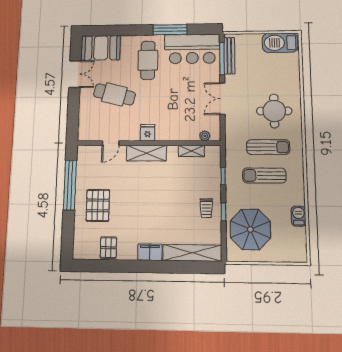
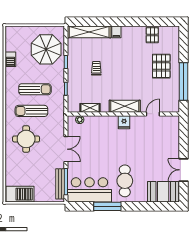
cafe table: (114, 94) -> (151, 153), removed
trolley: (206, 208) -> (96, 68), moved
filing cabinet: (150, 252) -> (116, 32), width x0.50

